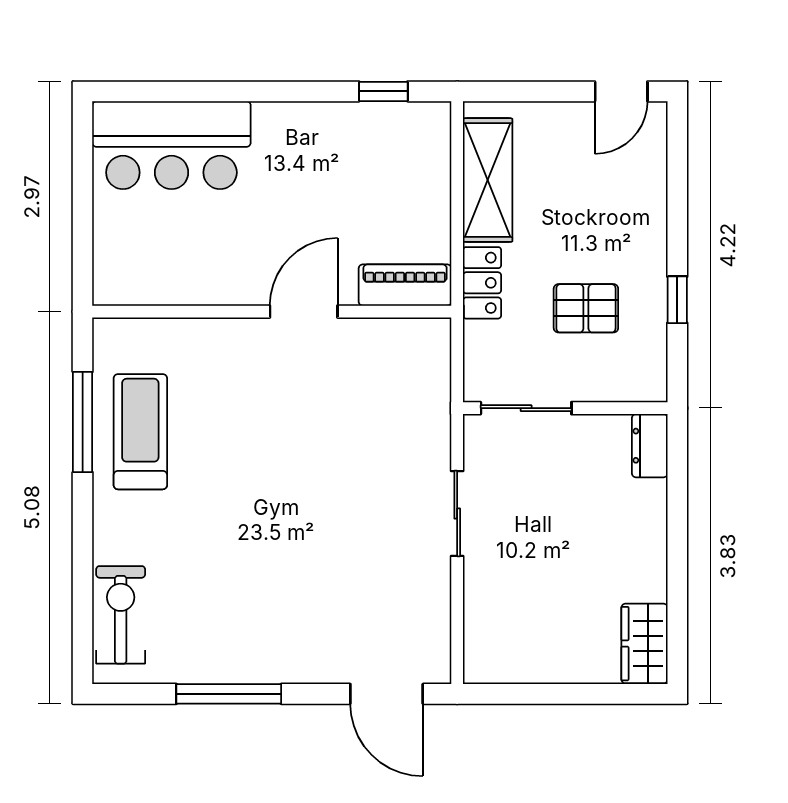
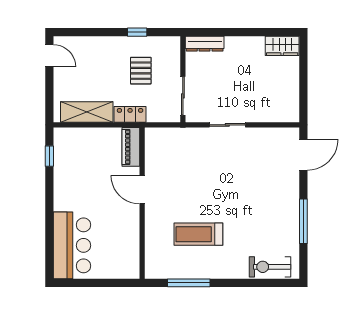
treadmill: (140, 432) -> (198, 234), moved
dresser: (650, 446) -> (205, 44), width x1.44

